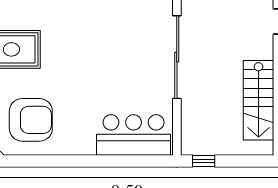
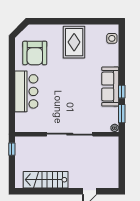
bar counter: (134, 135) -> (26, 91), moved

